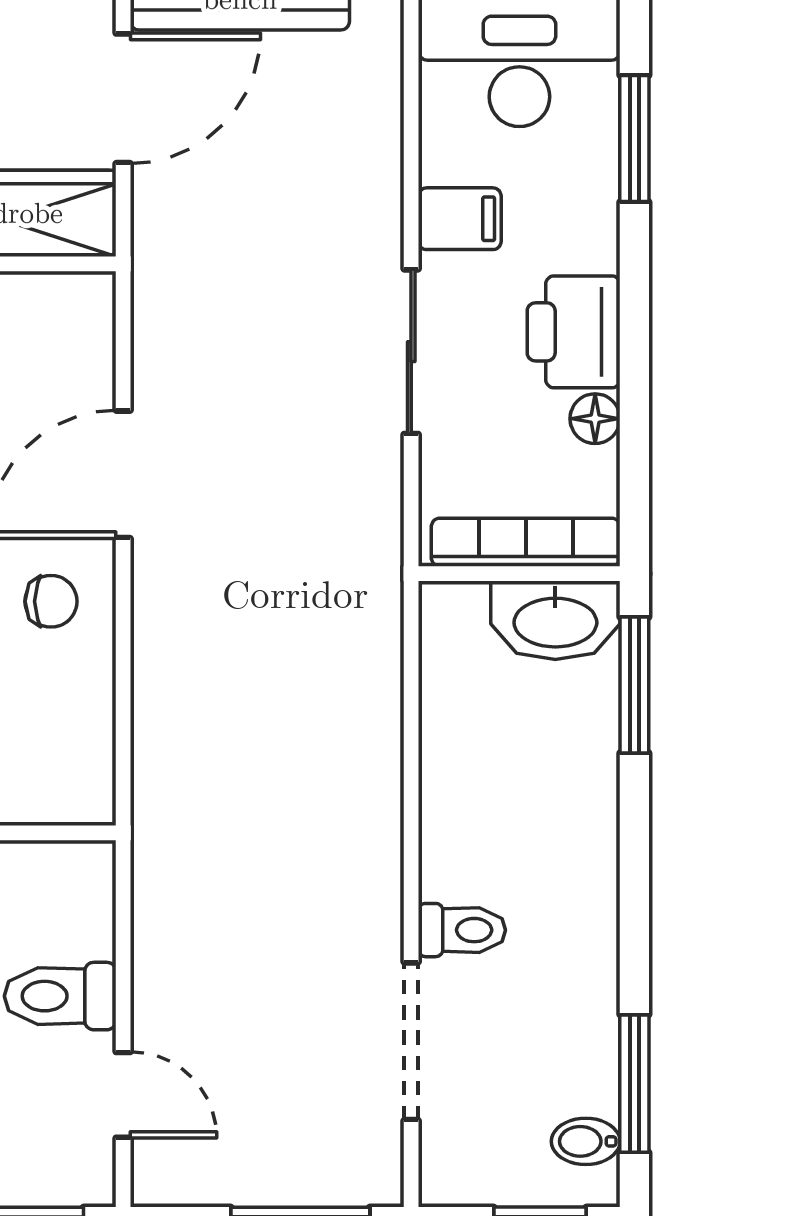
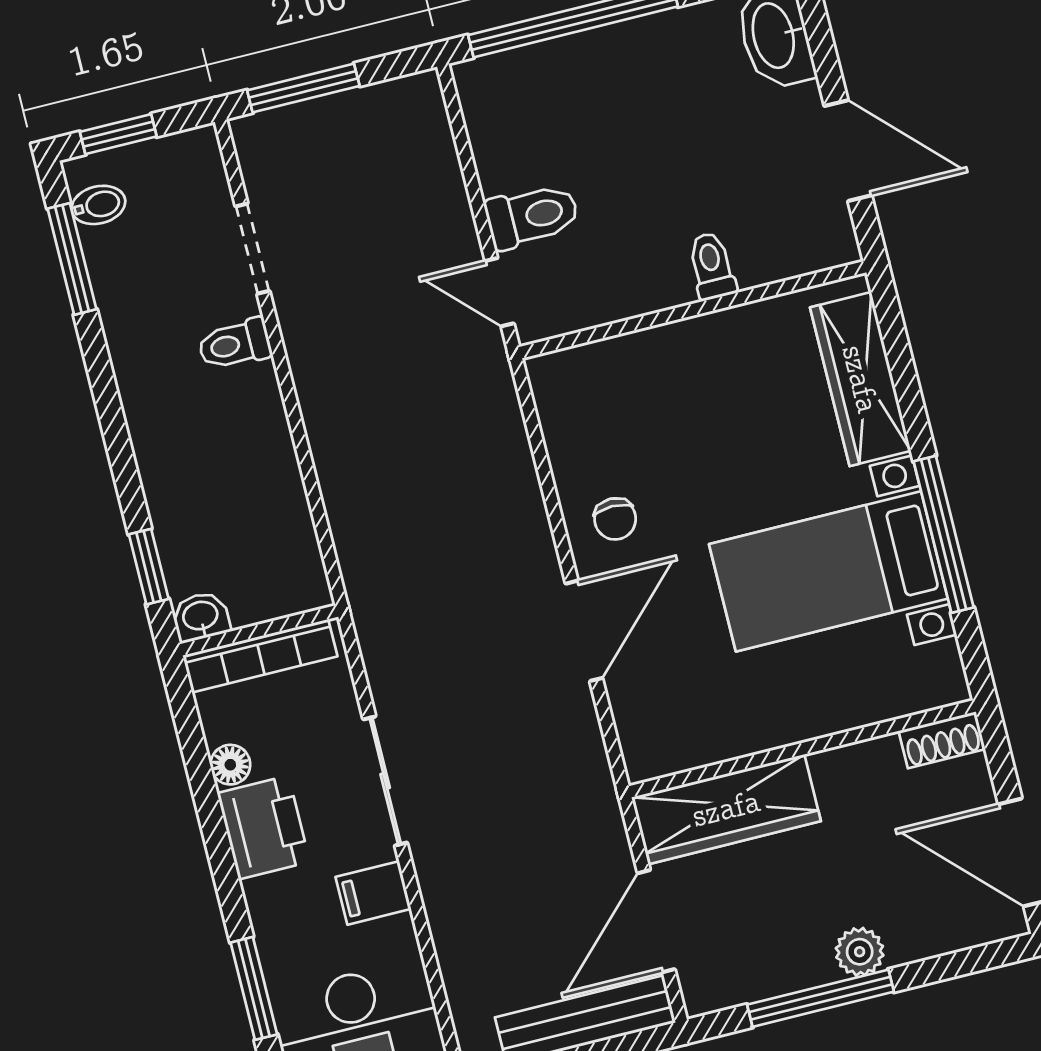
chair: (51, 601) -> (615, 519), turned -90
washbasin: (555, 620) -> (201, 617), width x0.52, depth x0.69
window: (634, 685) -> (149, 567), width x0.67
doorway: (411, 1041) -> (252, 249), width x0.73
door: (123, 1095) -> (499, 292), moved

